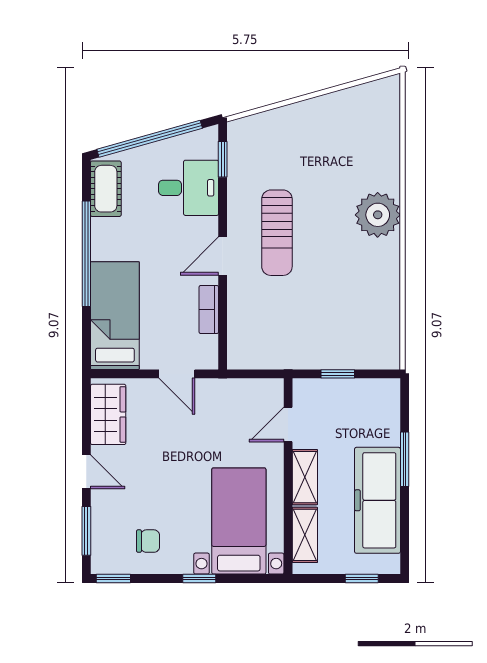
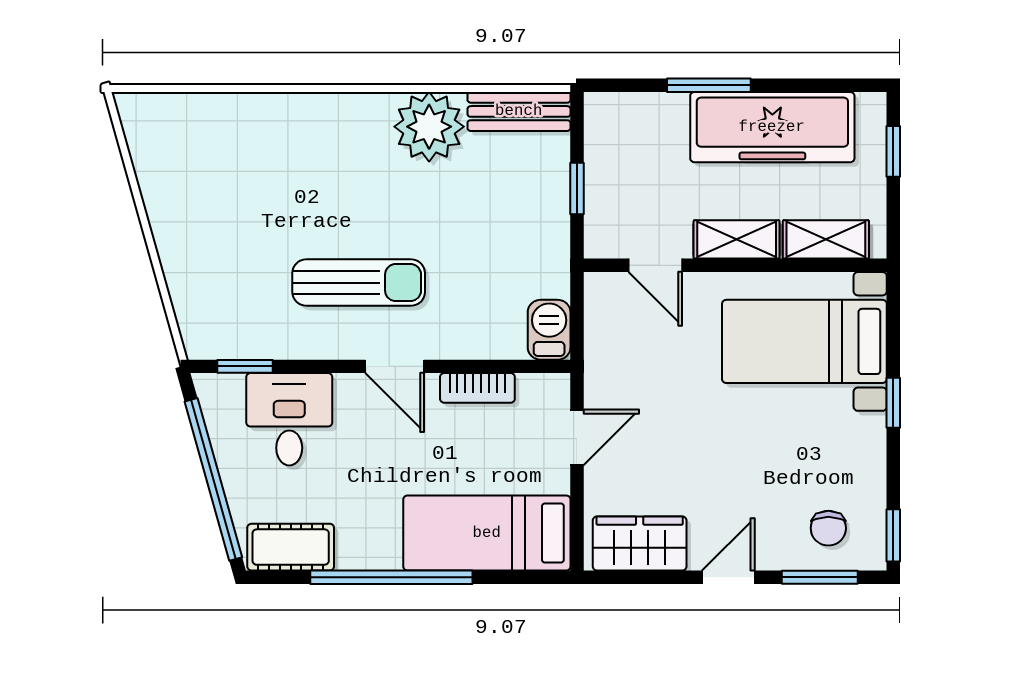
plant: (378, 215) -> (429, 127), moved
bench: (388, 336) -> (519, 111), added
barbecue: (246, 356) -> (549, 330), added
chair: (148, 541) -> (828, 528), moved, turned 180

